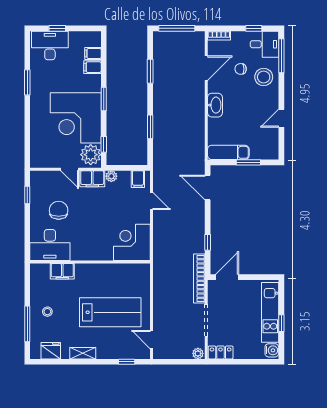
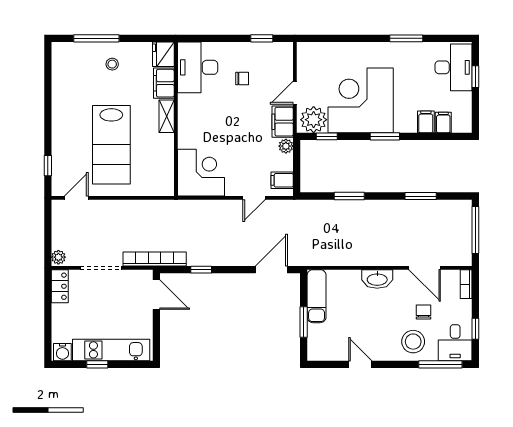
chair: (59, 210) -> (242, 78), width x0.54, depth x0.54
fridge: (51, 351) -> (163, 54), moved, turned 180
shelving: (83, 353) -> (167, 116), moved

